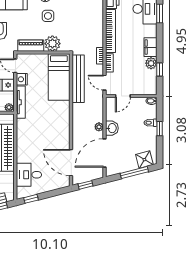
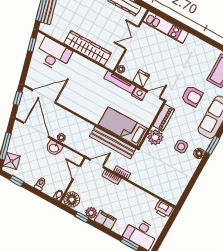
bookcase: (111, 31) -> (138, 193), removed
floor lamp: (149, 87) -> (72, 200), added
window: (160, 129) -> (17, 181), moved
desk: (29, 175) -> (54, 54), width x1.37

